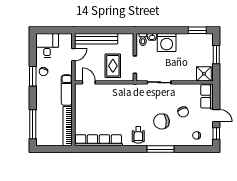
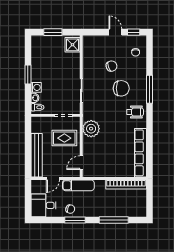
window: (197, 30) -> (28, 75), moved
washing machine: (167, 43) -> (36, 87), width x0.53, depth x0.53
door: (73, 55) -> (53, 179), swing flipped
exam couch: (67, 90) -> (78, 185), moved
plant: (122, 92) -> (91, 129), added
row of seats: (207, 96) -> (96, 42), removed
door: (216, 116) -> (115, 32), hinge flipped
chair: (161, 121) -> (121, 88), turned -85
window: (33, 124) -> (114, 220), moved

